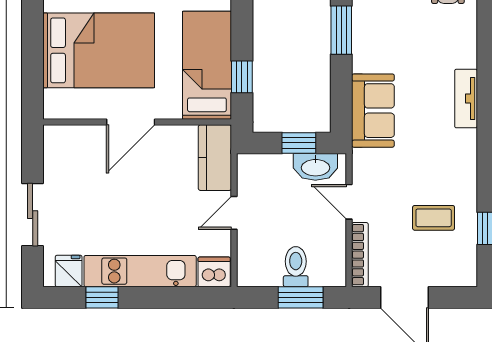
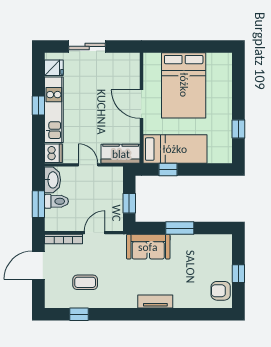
window: (341, 30) -> (180, 228), moved
washbasin: (315, 167) -> (52, 180), moved, turned 180
coffee table: (434, 218) -> (85, 282), turned 90
window: (102, 297) -> (38, 106), moved

